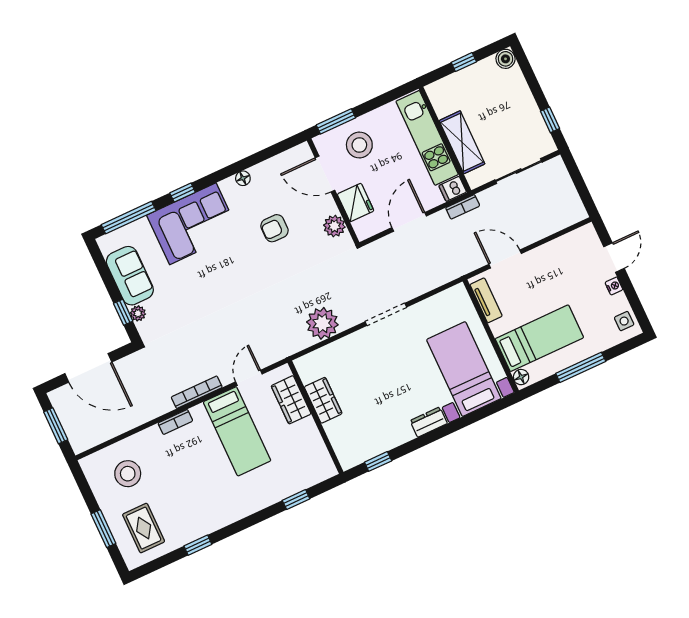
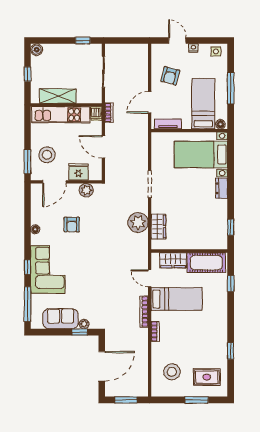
shelving: (462, 142) -> (58, 96), moved
armchair: (558, 271) -> (170, 76), added
wardrobe: (323, 400) -> (158, 227), moved, turned 90
cot: (310, 450) -> (206, 263), added

